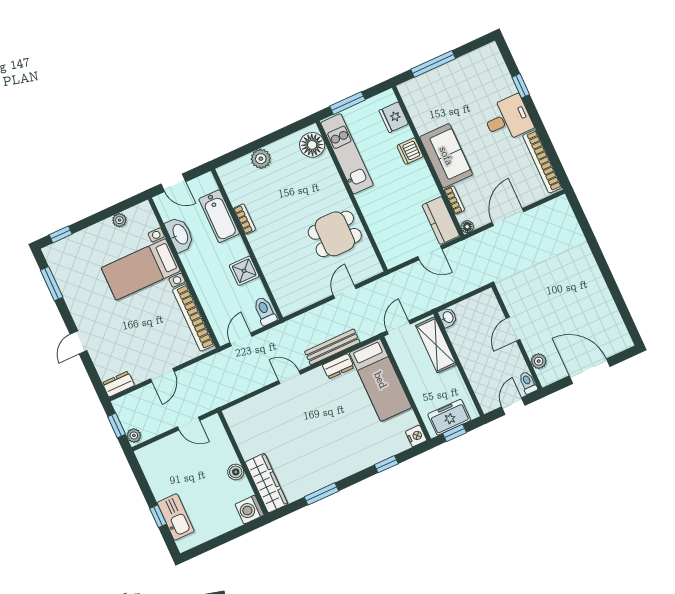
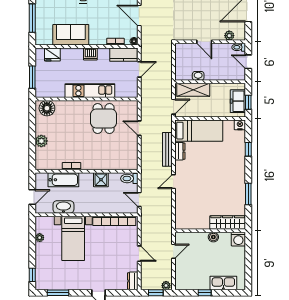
dishwasher: (410, 151) -> (90, 54), moved
kitchen unit: (347, 154) -> (90, 91), moved
sofa: (446, 156) -> (71, 35), moved
washbasin: (448, 317) -> (198, 76), moved
door: (398, 327) -> (173, 107), swing flipped
window: (158, 516) -> (205, 293), moved

